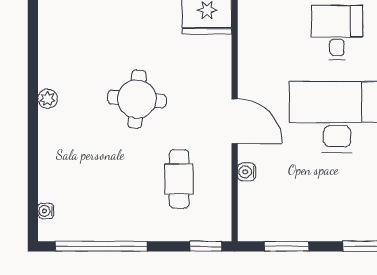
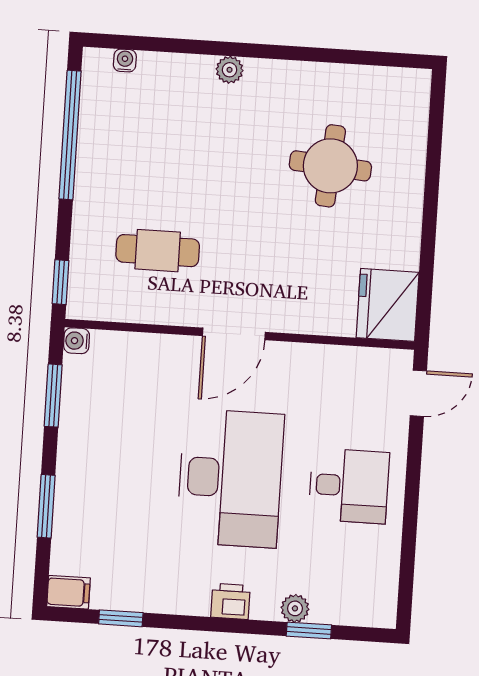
plant: (48, 99) -> (230, 70), moved
round table: (137, 99) -> (330, 166), moved
water cooler: (247, 172) -> (77, 341), moved, turned -90

